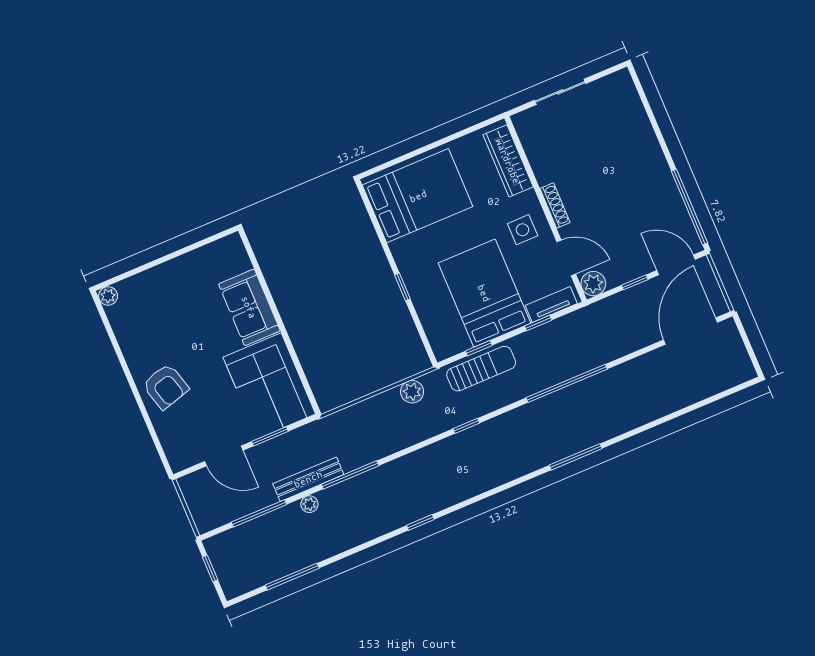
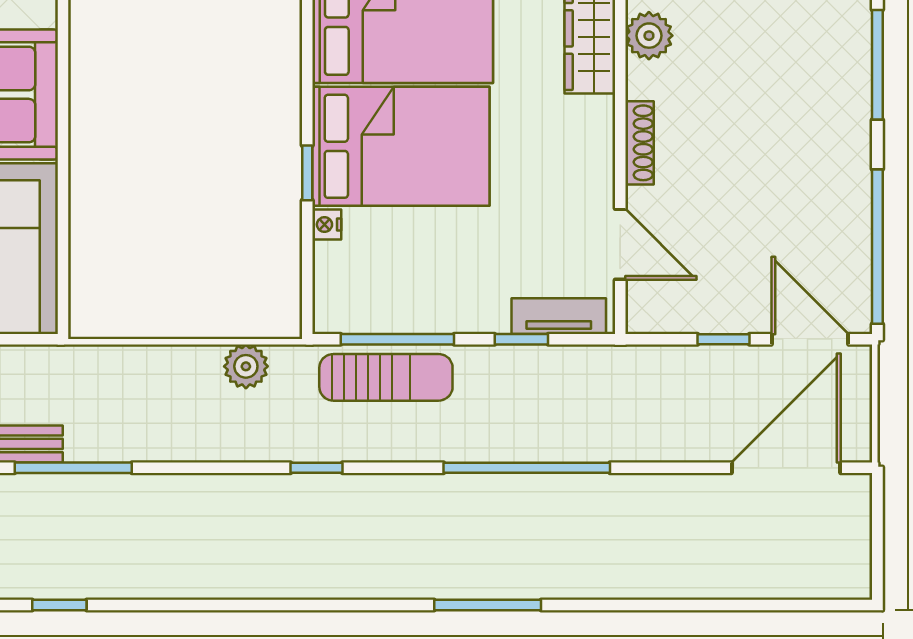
window: (653, 120) -> (877, 65), added
side table: (523, 230) -> (564, 162), removed
plant: (593, 284) -> (649, 36), moved
bed: (484, 293) -> (401, 146), moved, turned 90
nightstand: (422, 308) -> (327, 225), added
window: (479, 348) -> (397, 339), width x2.17
window: (420, 522) -> (59, 605), moved

